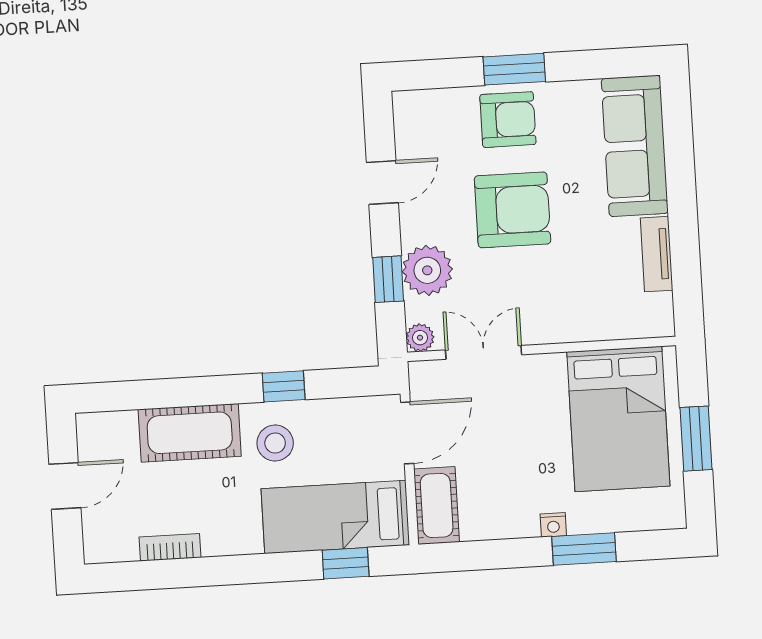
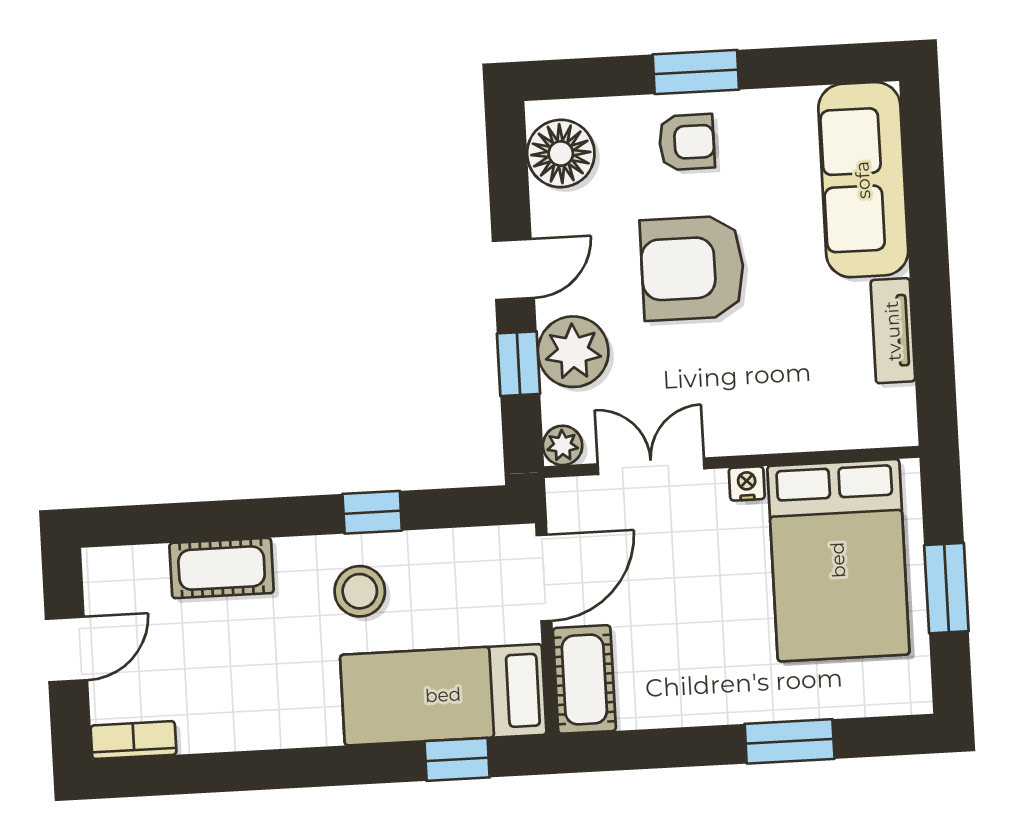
armchair: (508, 120) -> (687, 142), width x0.72, depth x0.72
floor lamp: (418, 128) -> (561, 154), added
door: (382, 183) -> (513, 269), moved
armchair: (513, 210) -> (692, 268), turned 180
cot: (190, 433) -> (222, 568), width x0.73, depth x0.75
nightstand: (553, 525) -> (747, 483), moved, turned 180
bookcase: (170, 547) -> (133, 740), moved

